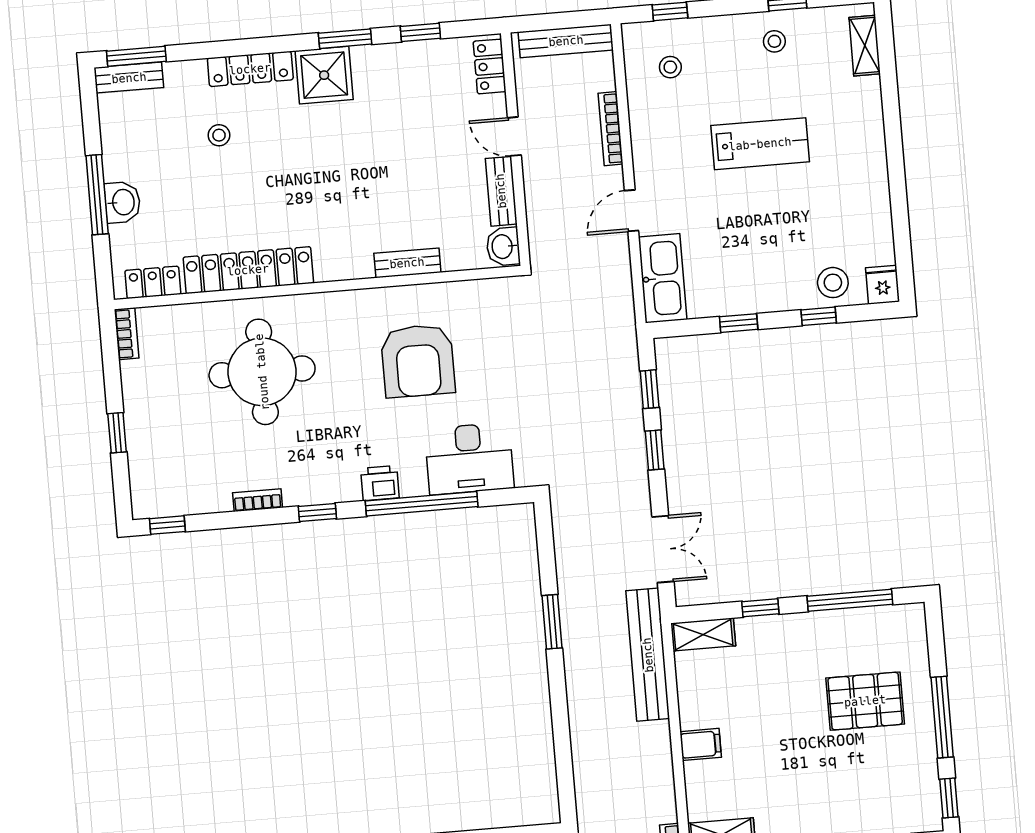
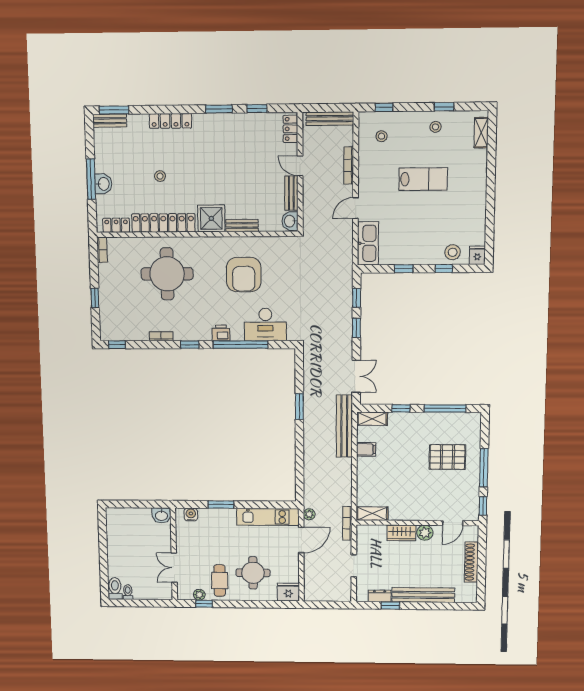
shower: (324, 75) -> (211, 218), moved
stool: (219, 135) -> (160, 176), moved
filing cabinet: (701, 744) -> (366, 449), moved

